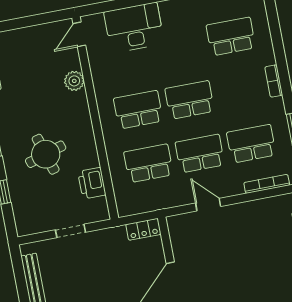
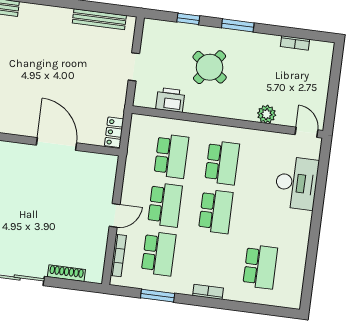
round table: (46, 154) -> (210, 67), turned -37
door: (208, 205) -> (115, 215), moved

